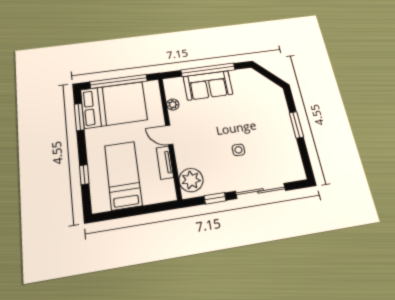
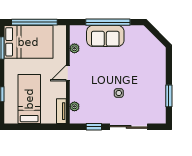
window: (296, 125) -> (169, 96), moved
door: (169, 135) -> (68, 73), hinge flipped
tv unit: (165, 163) -> (61, 111), moved
plant: (191, 180) -> (74, 106), width x0.53, depth x0.53

